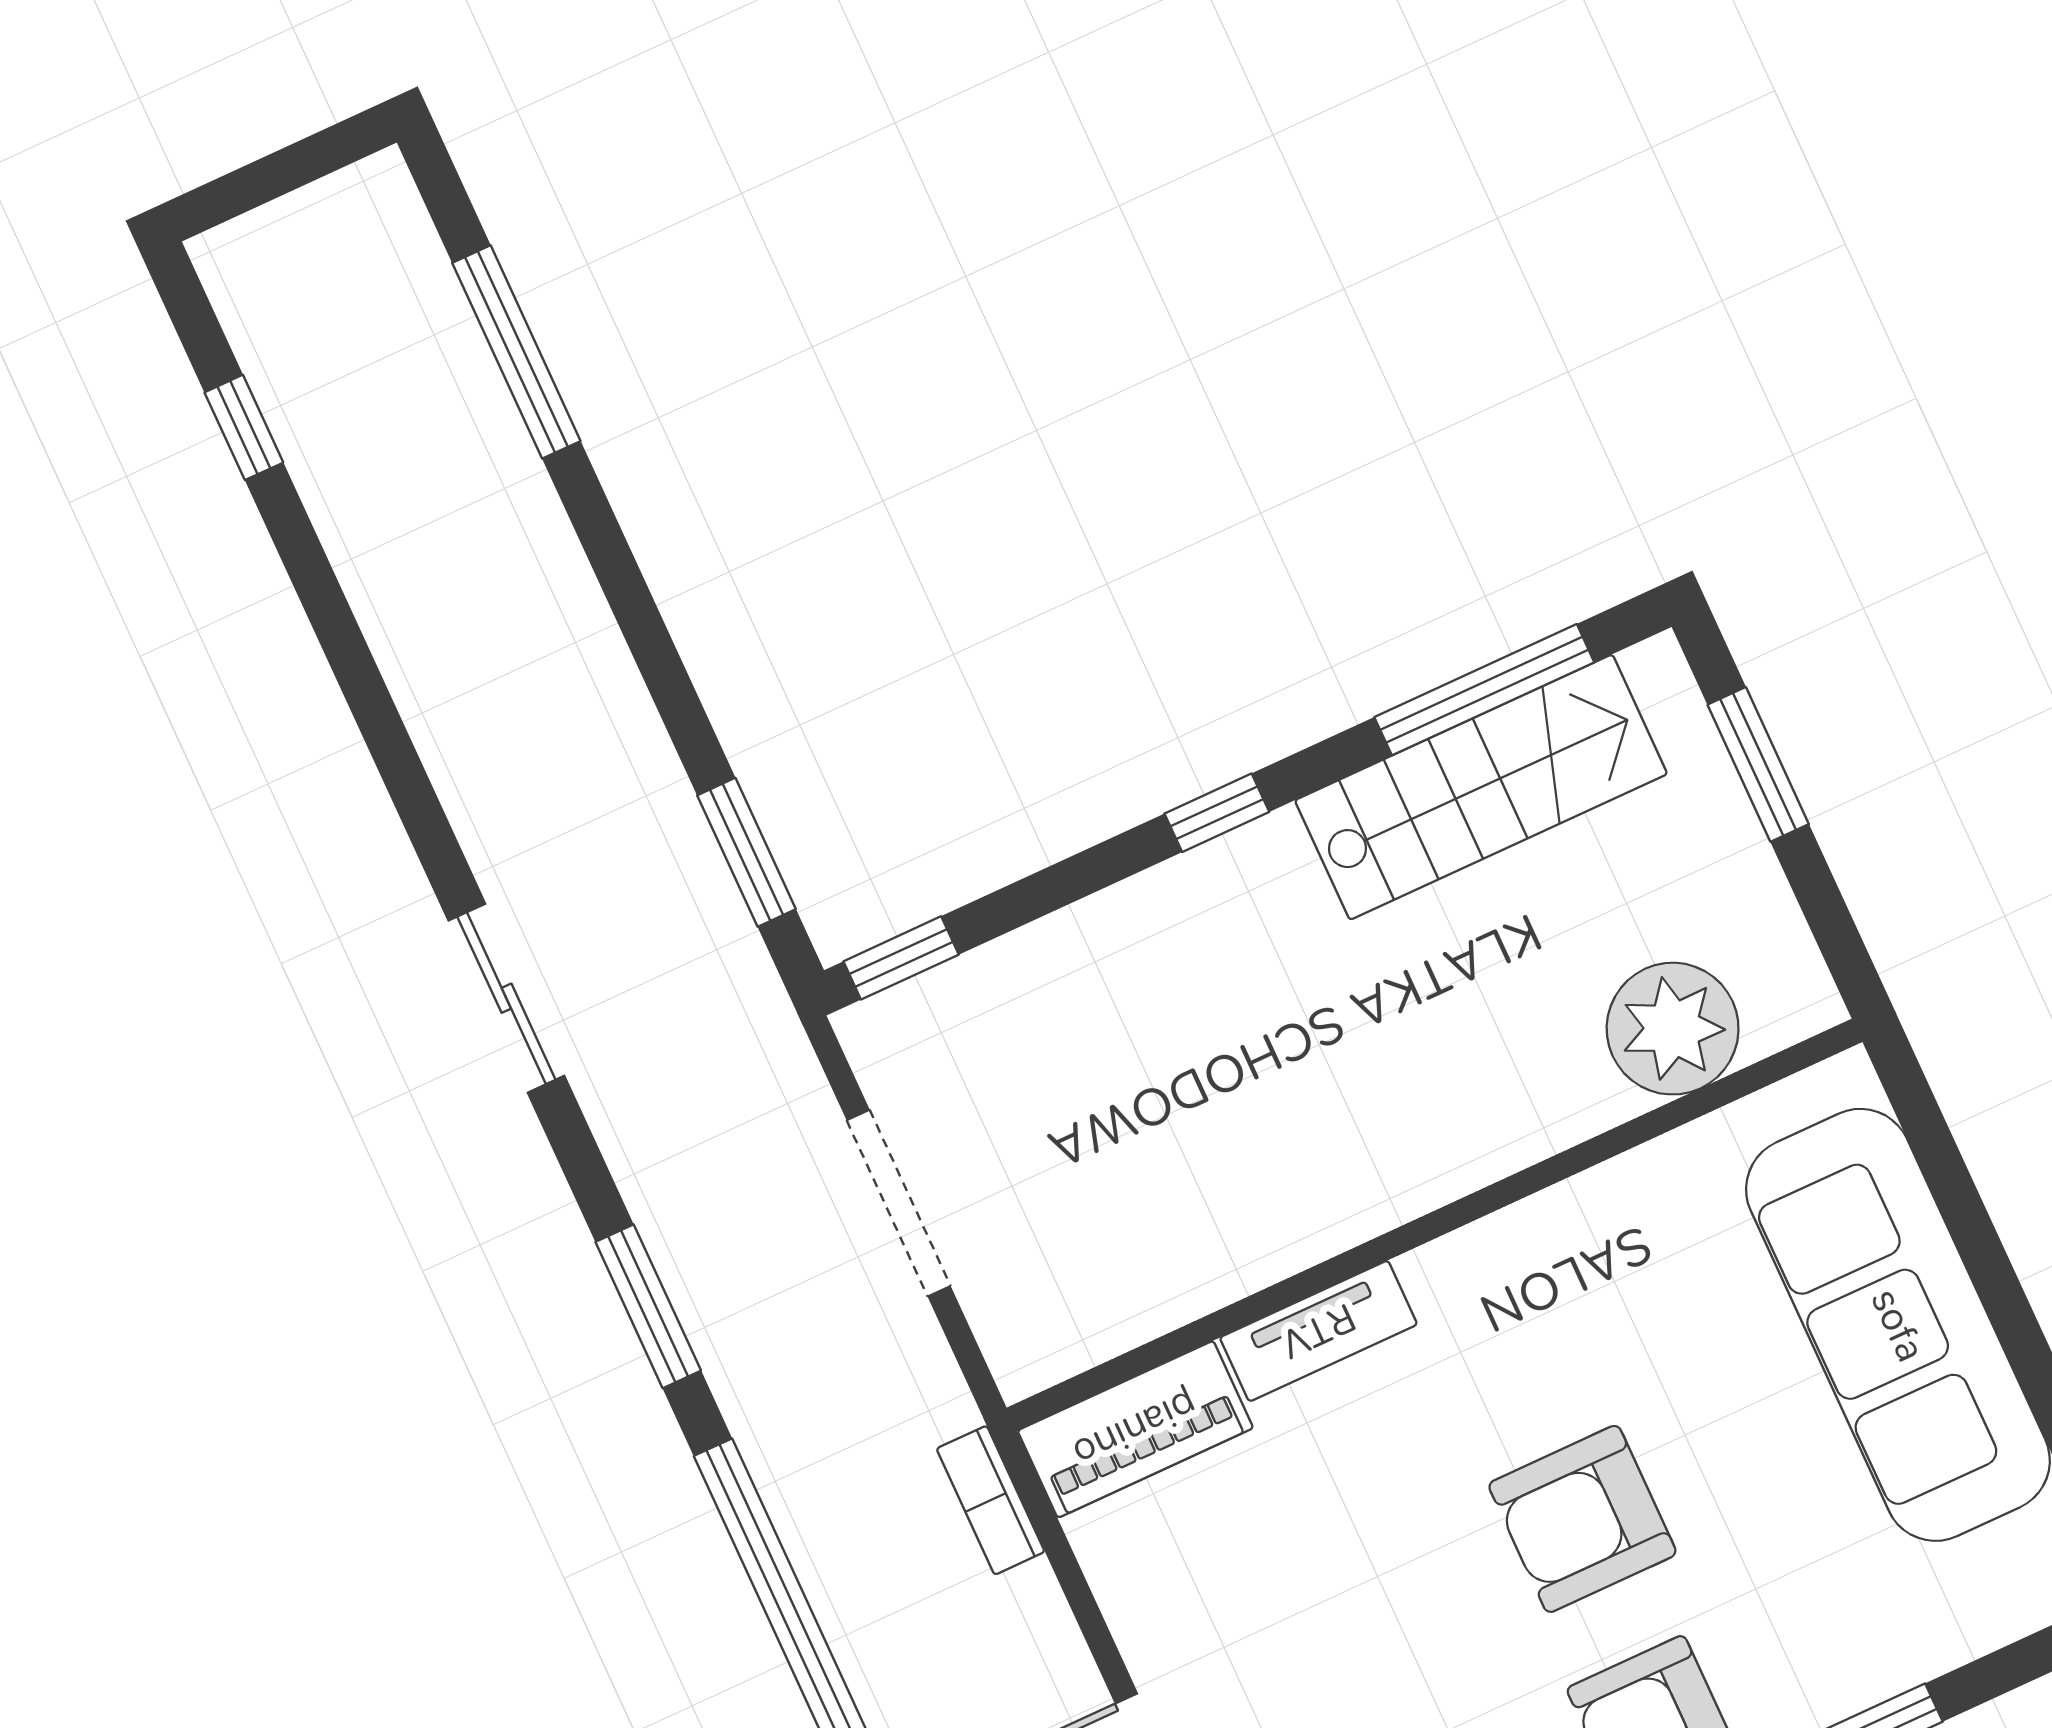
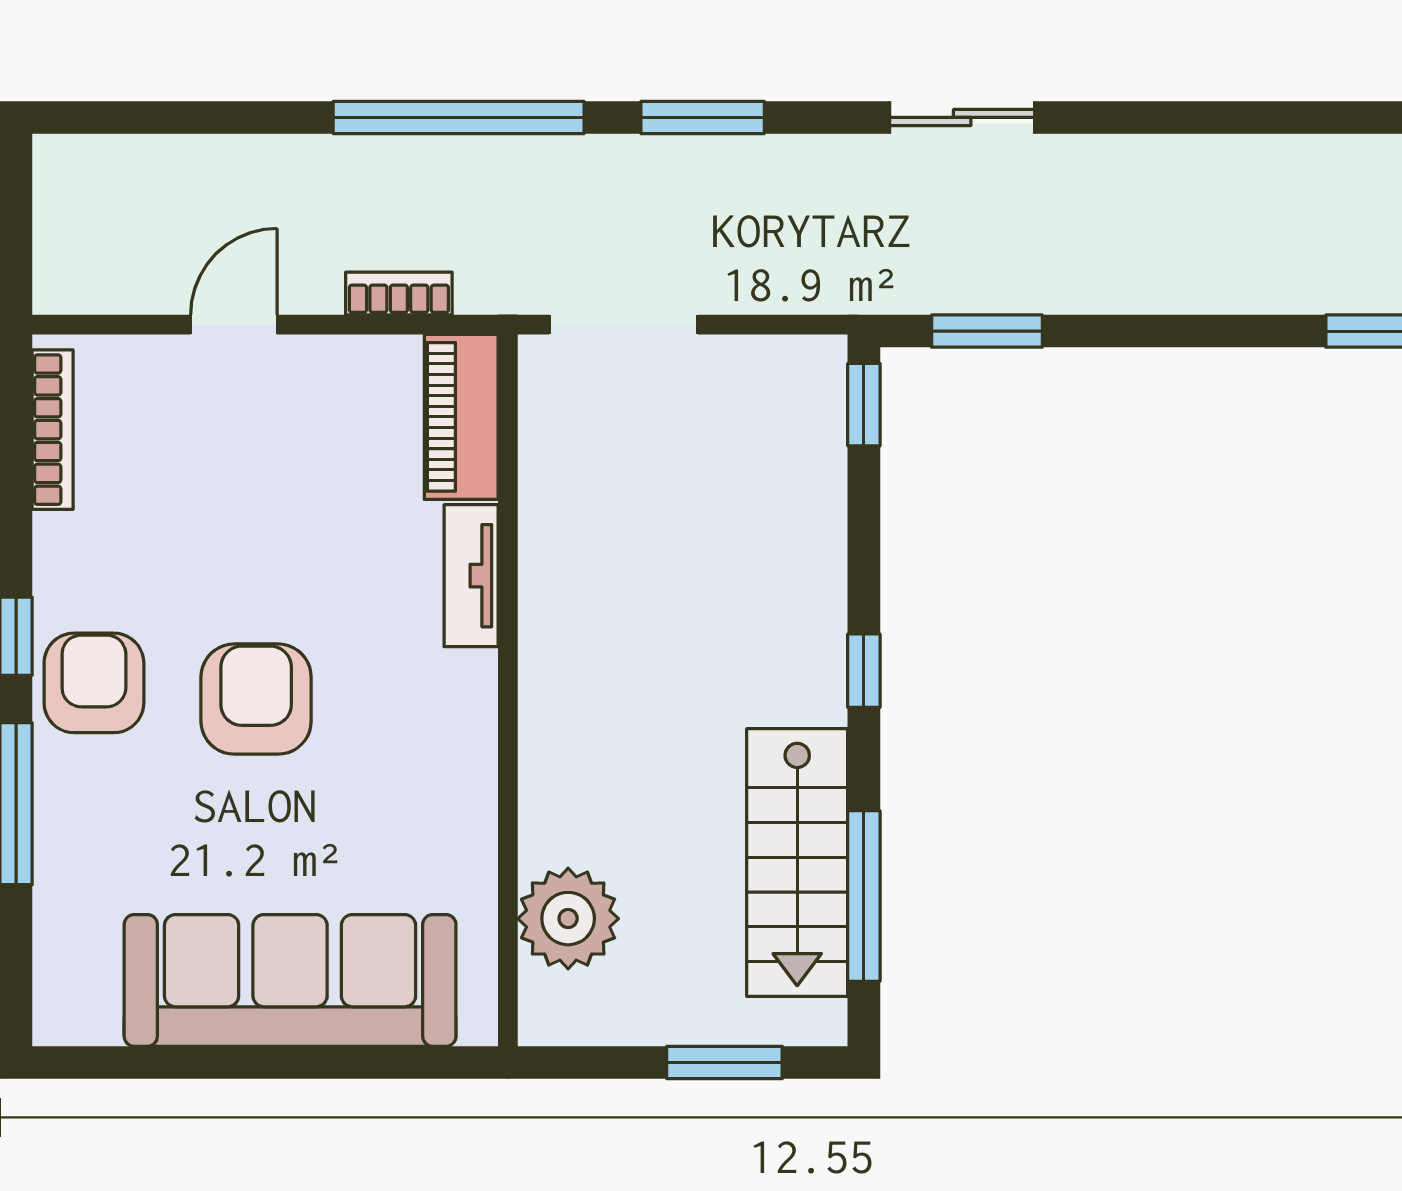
doorway: (899, 1203) -> (624, 325), moved
bookcase: (991, 1500) -> (399, 294), moved

